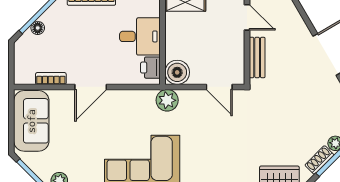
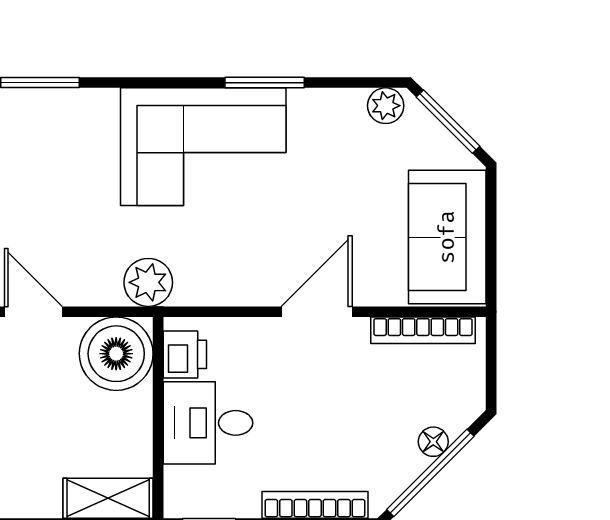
boiler: (177, 72) -> (116, 354), width x1.37, depth x1.37
bookcase: (51, 79) -> (423, 330), width x1.56

